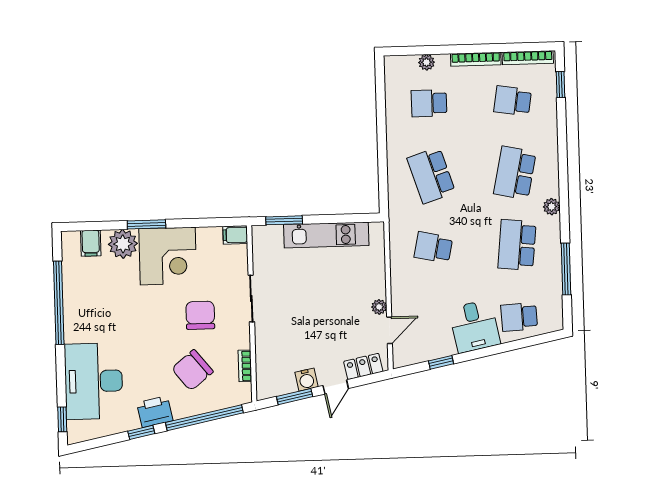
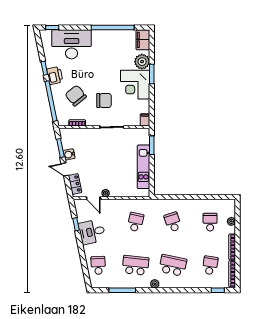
school desk: (431, 175) -> (173, 222), width x0.54
filing cabinet: (91, 243) -> (143, 40), width x2.00
desk: (474, 326) -> (92, 232), moved

